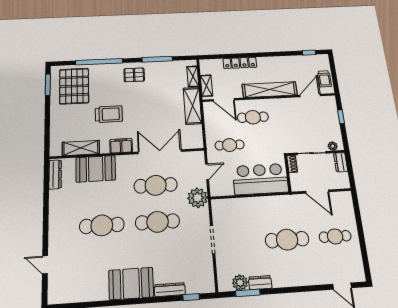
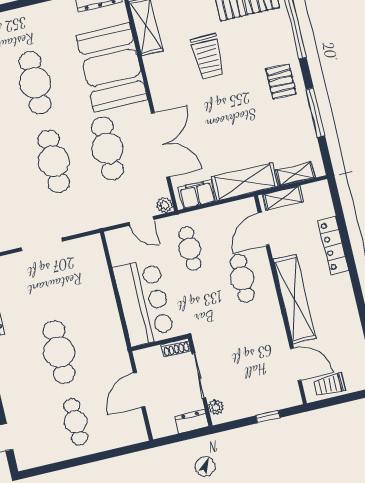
filing cabinet: (121, 146) -> (197, 194), moved, turned -90
booth: (96, 169) -> (112, 67), width x1.36, depth x1.42
plant: (198, 198) -> (164, 205), moved, width x0.53, depth x0.53

